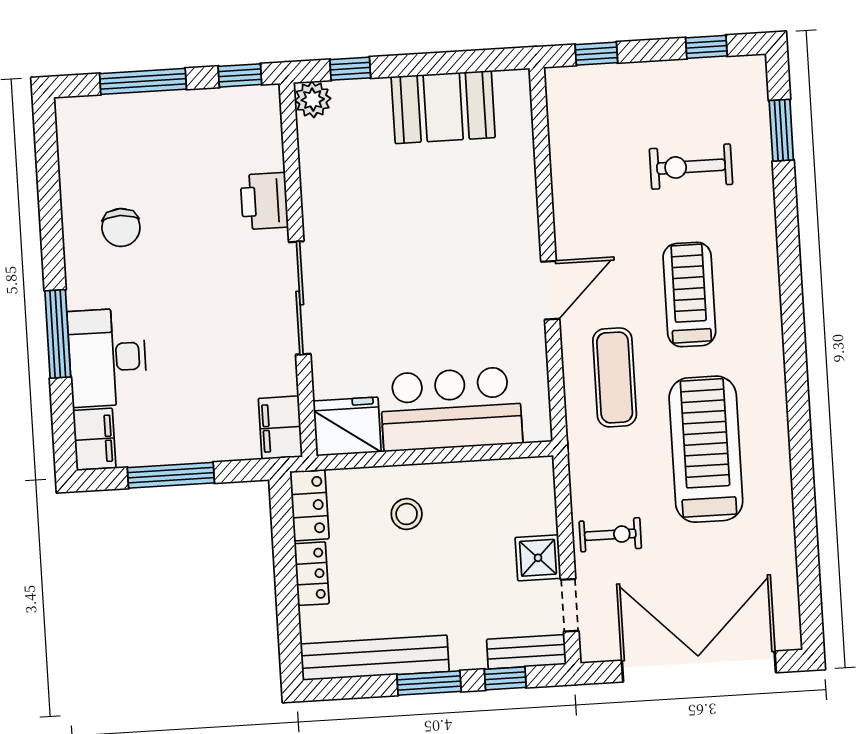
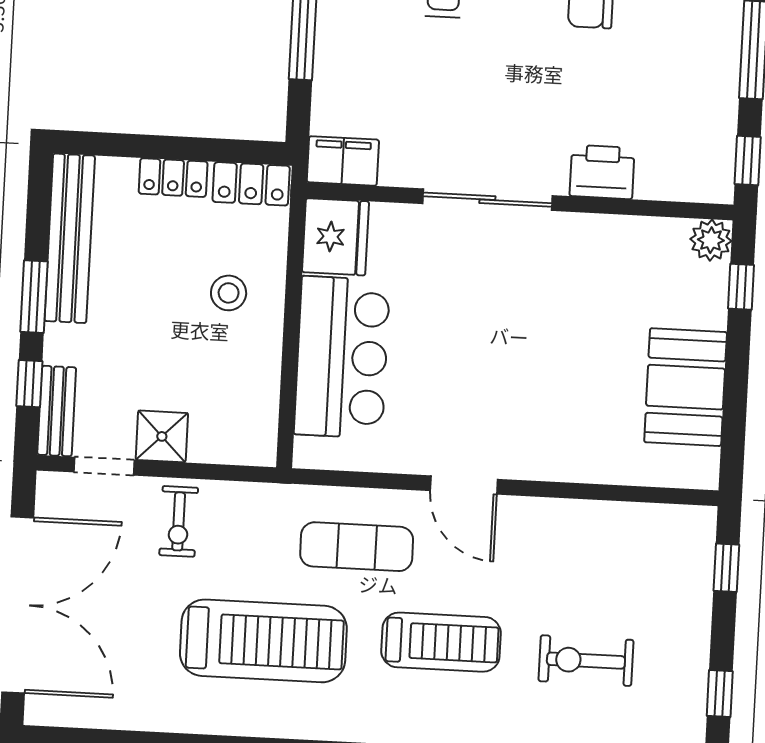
exercise bike: (691, 167) -> (586, 661), turned -90

